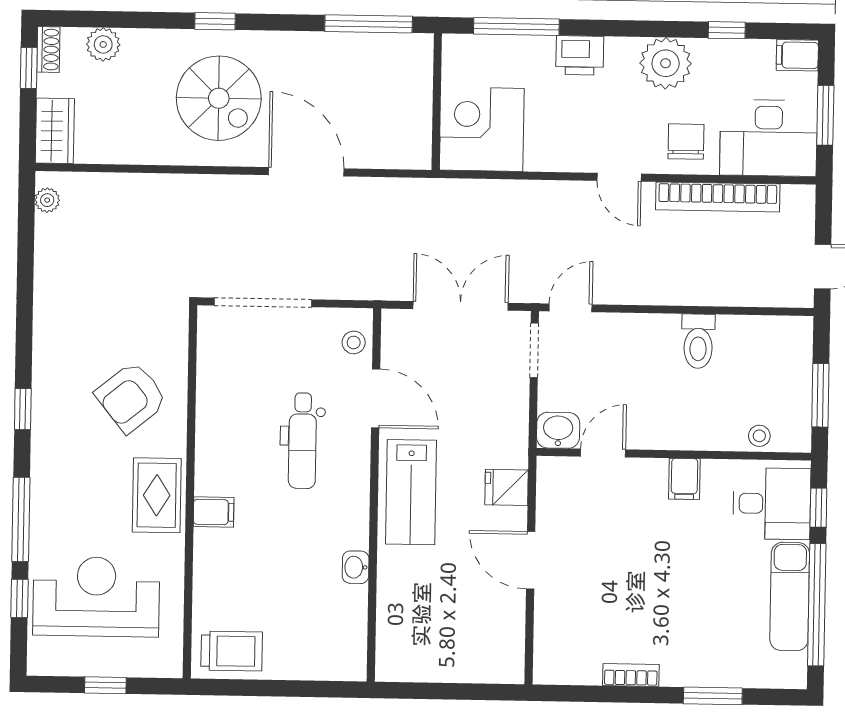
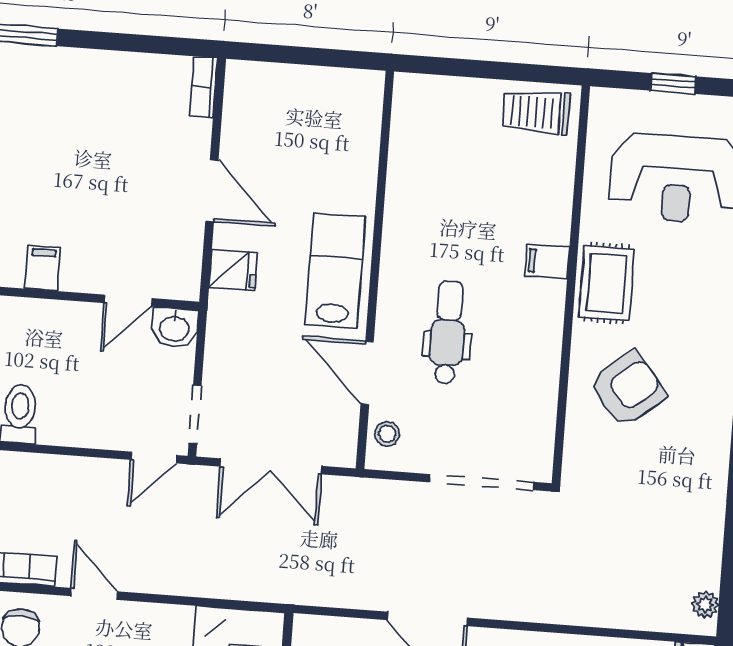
washbasin: (356, 567) -> (399, 194), removed
bookcase: (631, 675) -> (203, 87), moved, turned 90

